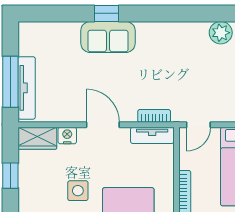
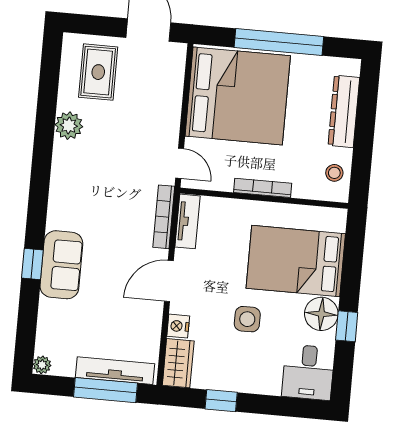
plant: (26, 29) -> (42, 365), added
bookcase: (154, 116) -> (164, 217), width x1.56

